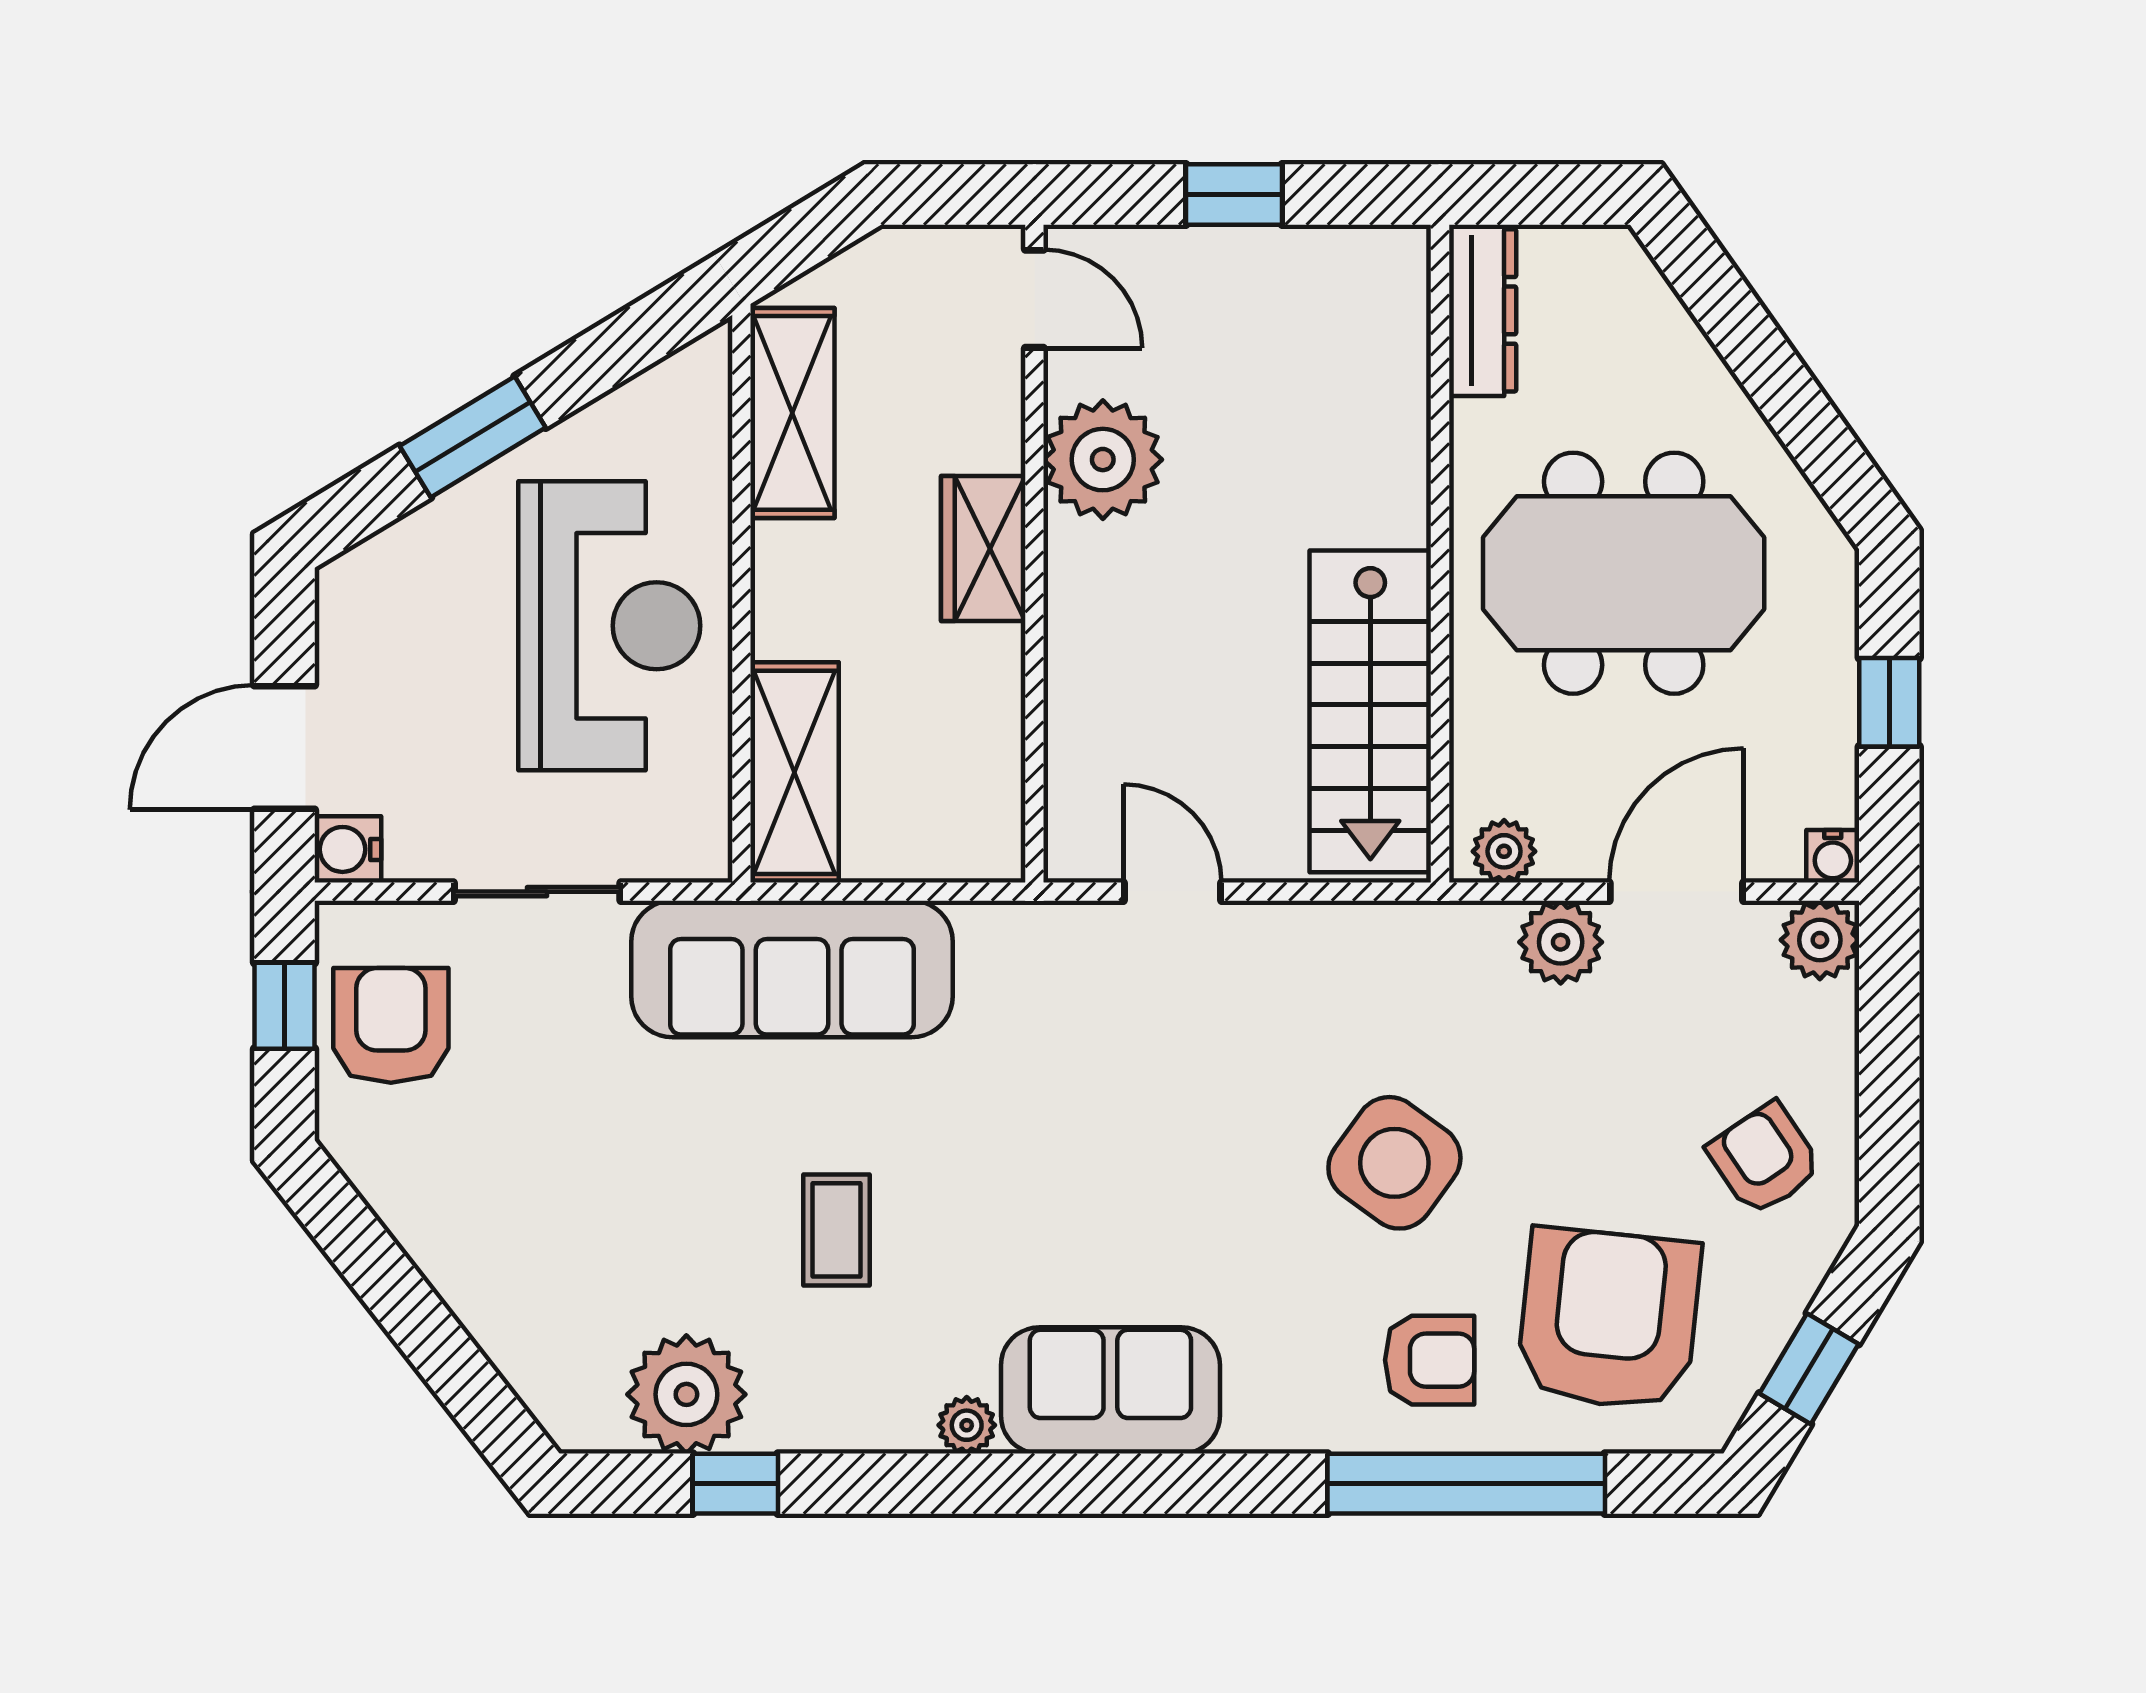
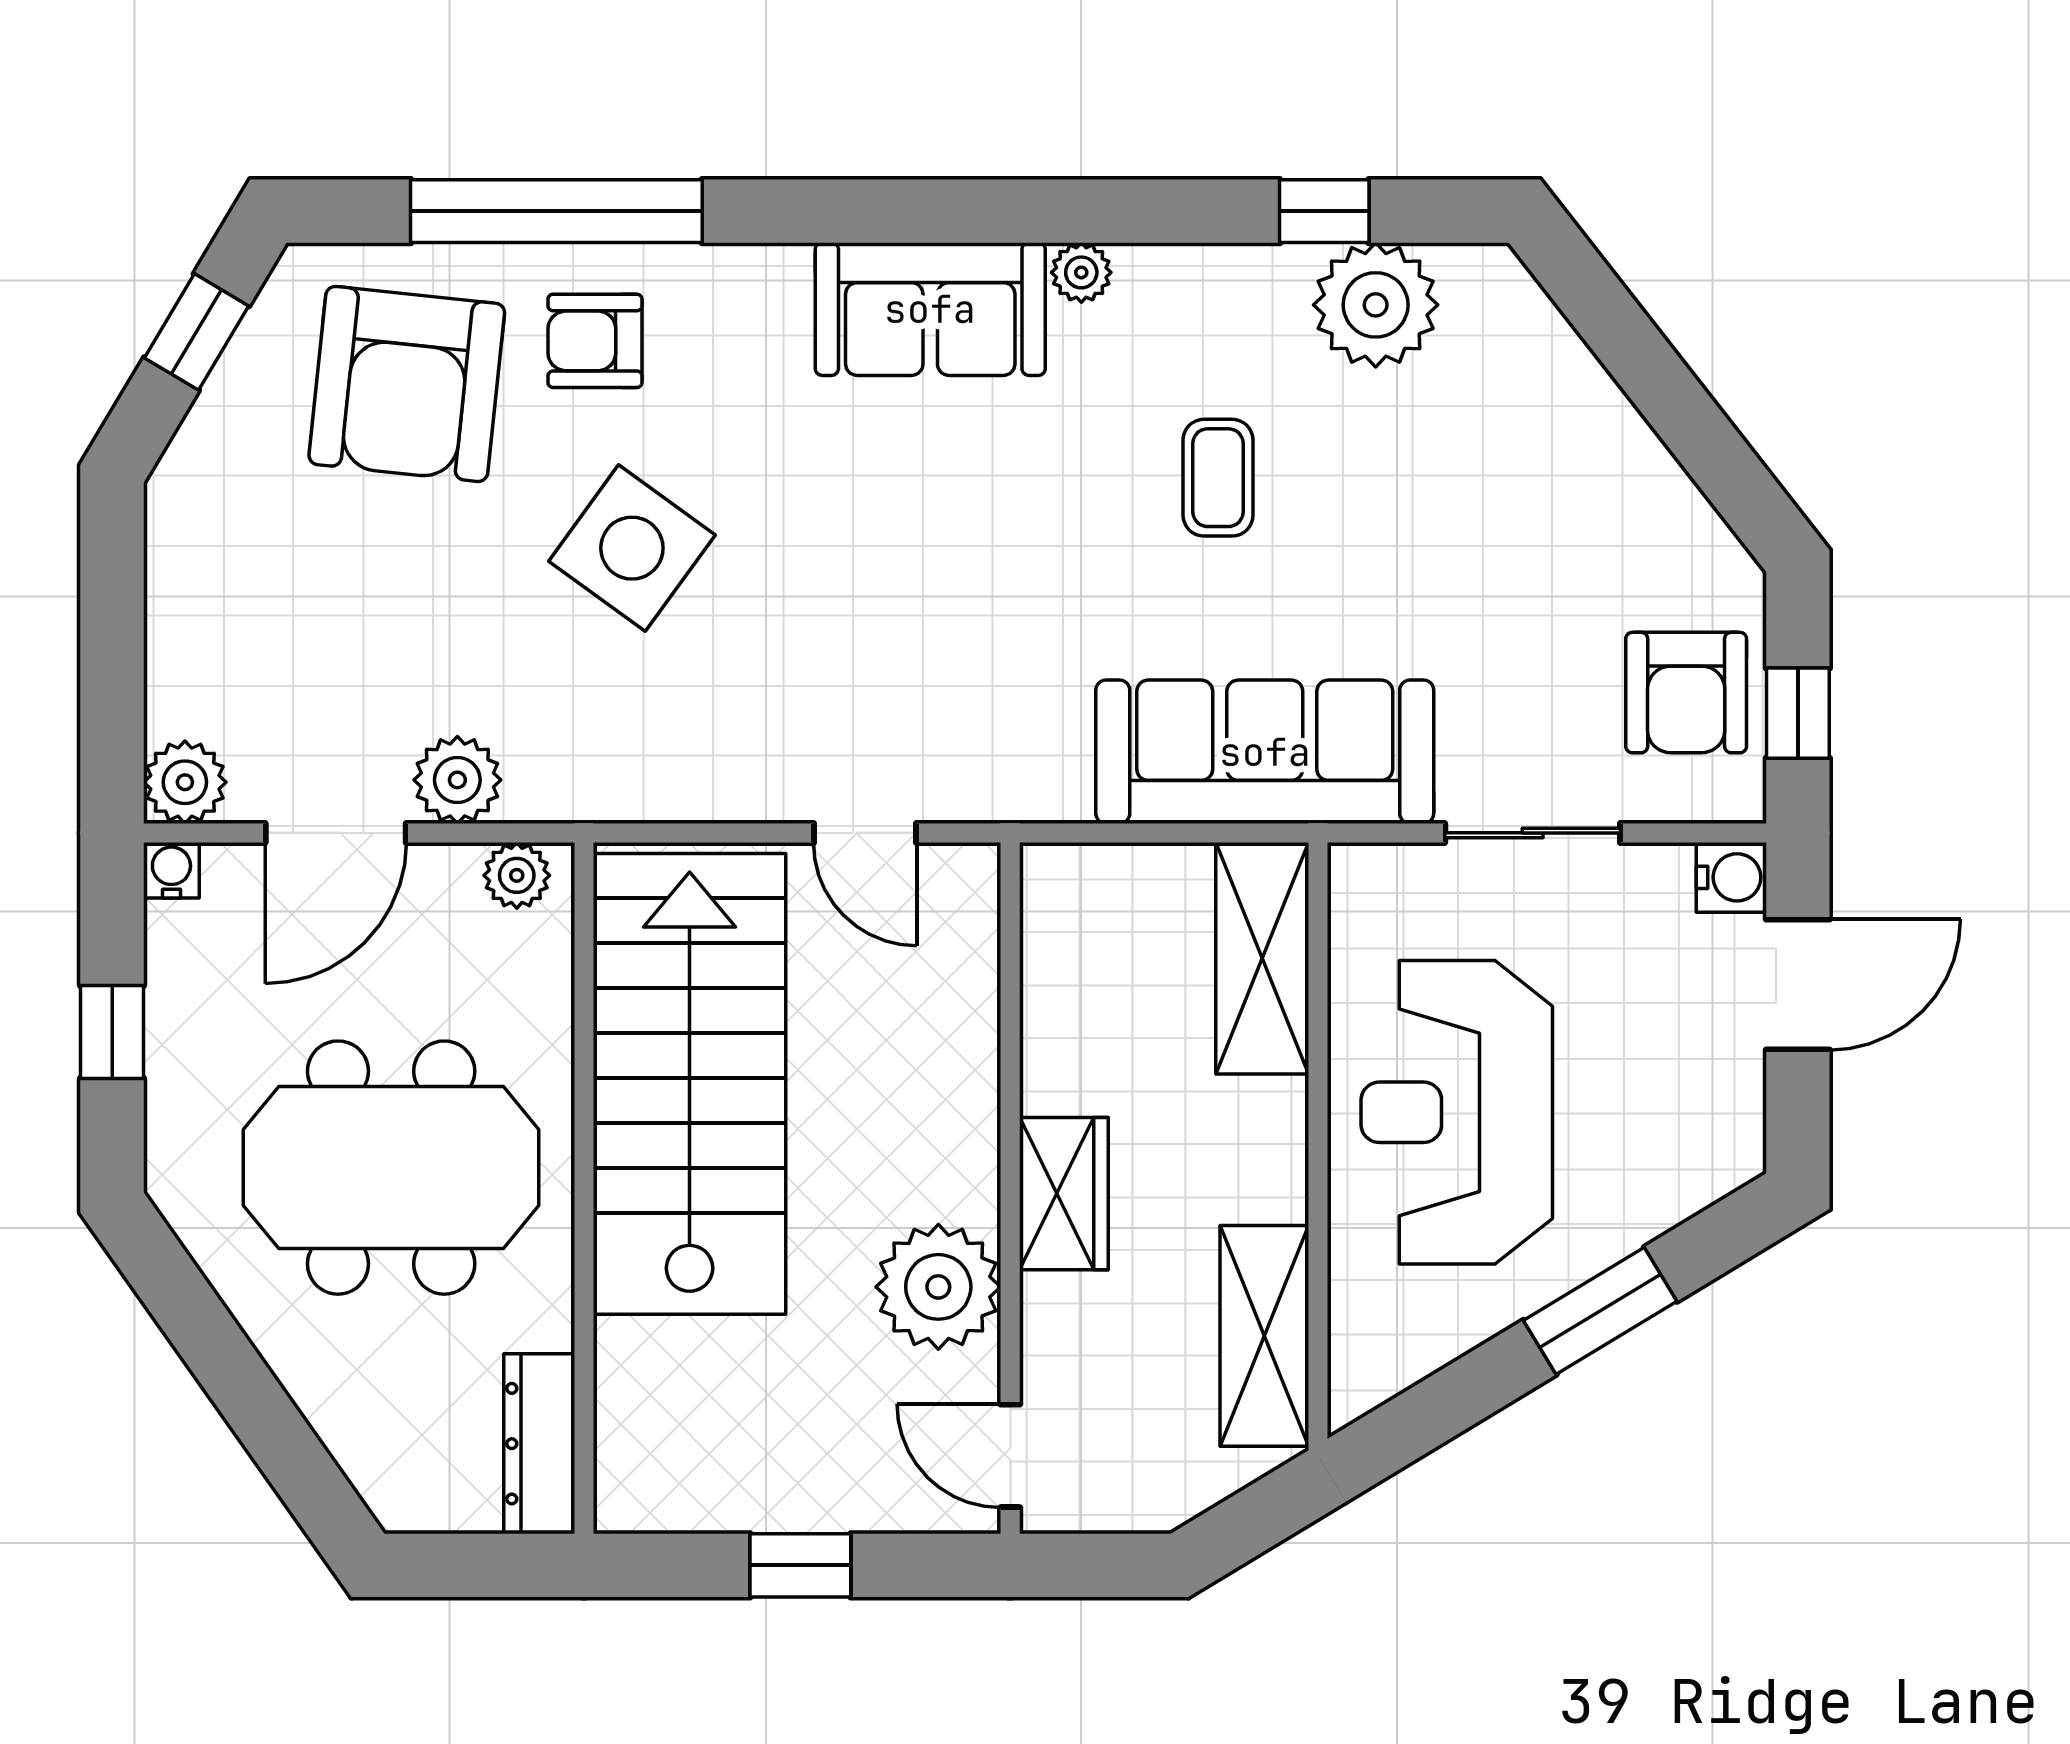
stairs: (1370, 711) -> (690, 1084), width x1.36, depth x1.51
armchair: (1764, 1159) -> (243, 552), removed

